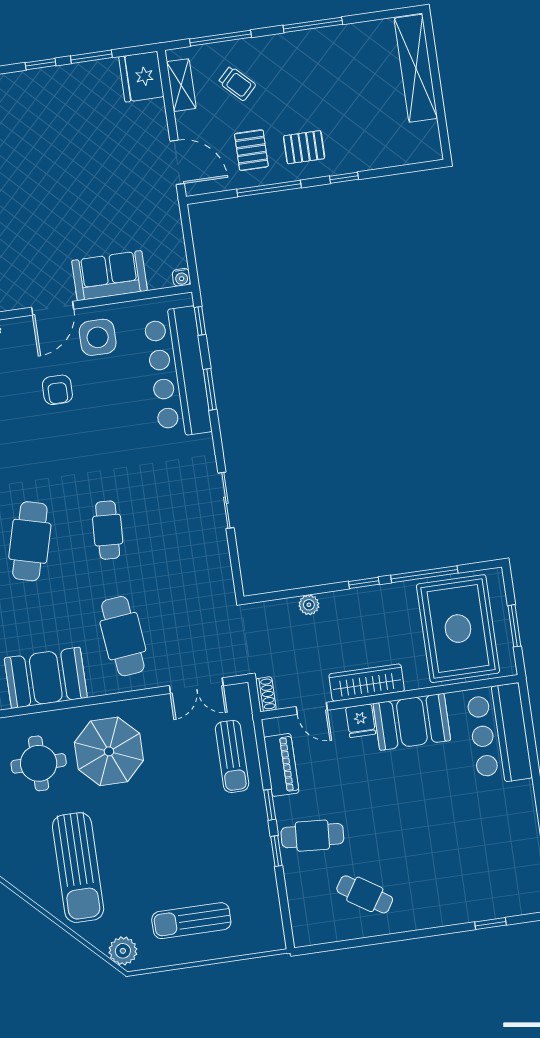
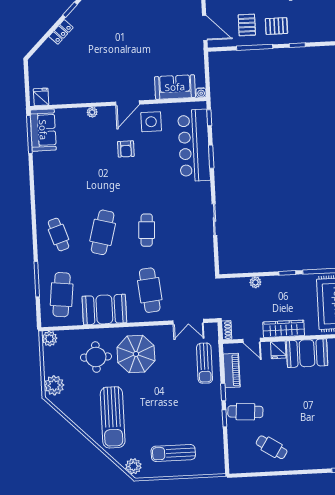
sofa: (109, 276) -> (175, 87), moved

